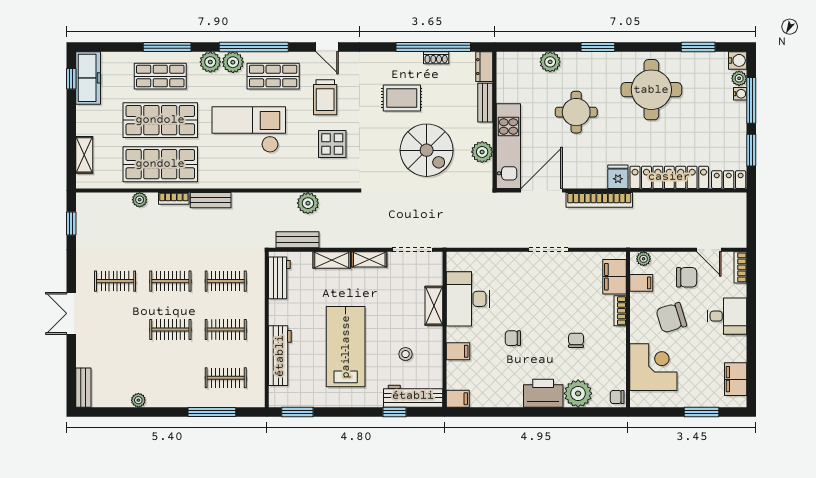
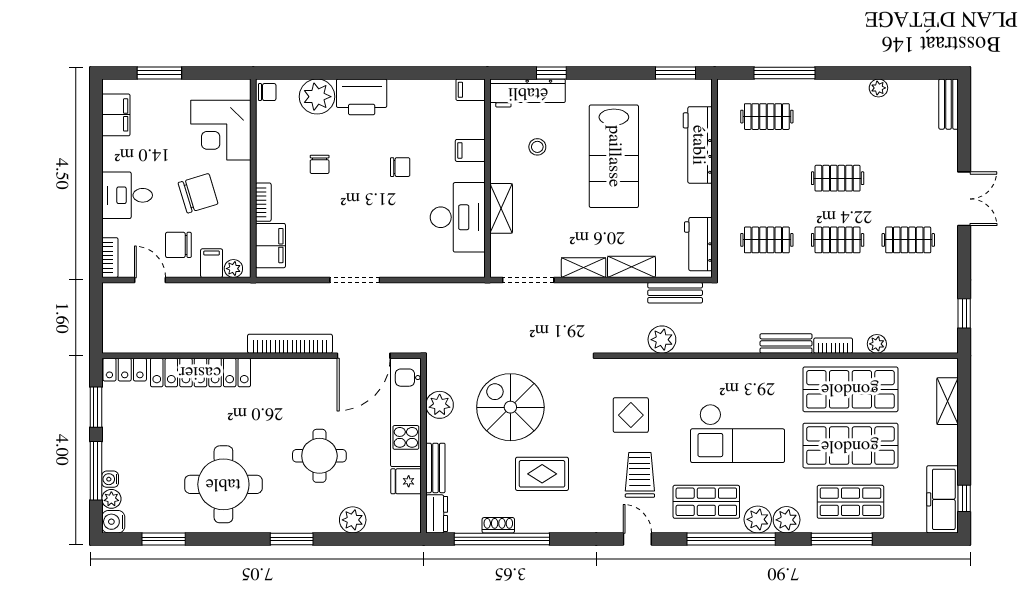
fridge: (618, 177) -> (406, 481), moved, turned 90
filing cabinet: (641, 283) -> (212, 263), moved, turned 90
clothes rail: (226, 329) -> (767, 178), removed

